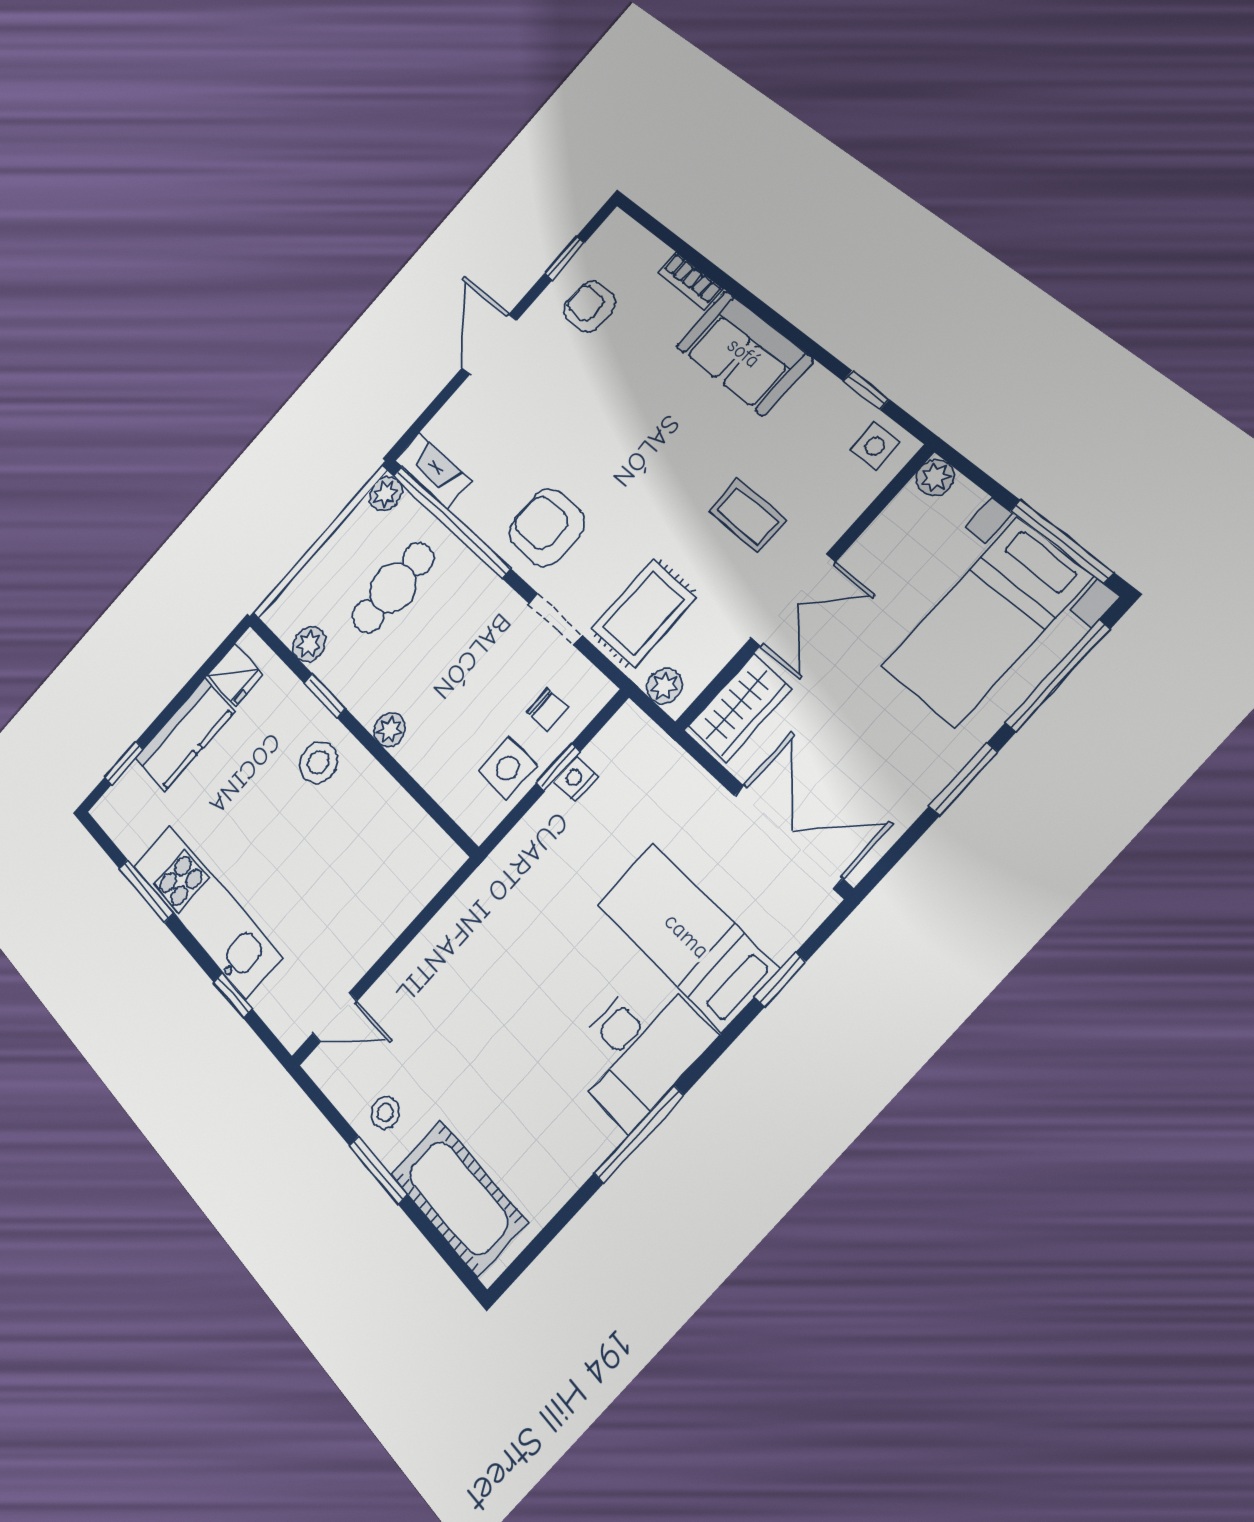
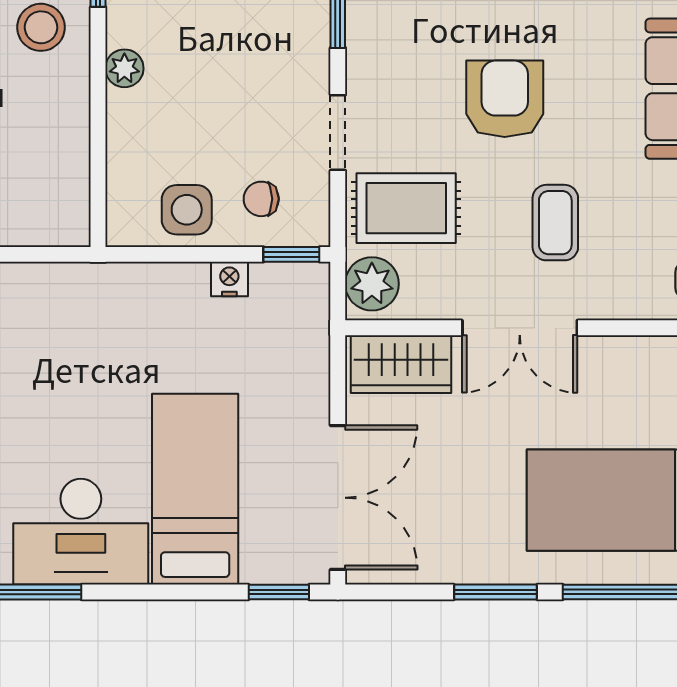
armchair: (547, 528) -> (505, 99), moved
plant: (665, 686) -> (372, 284), width x1.38, depth x1.38
chair: (547, 710) -> (261, 199), turned 90
window: (558, 767) -> (291, 254), moved
window: (780, 980) -> (279, 592), moved

